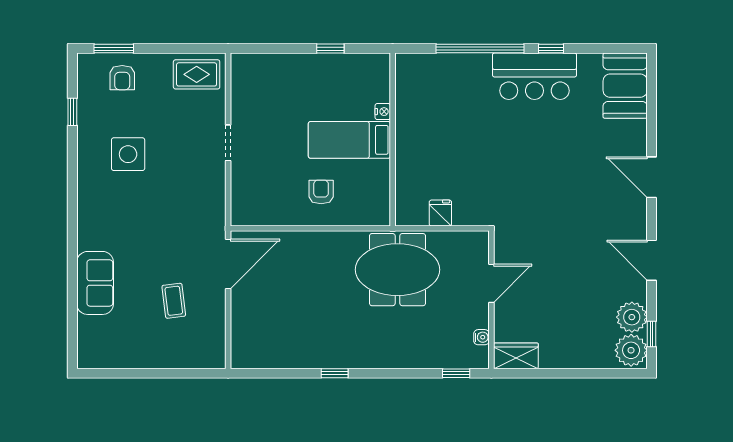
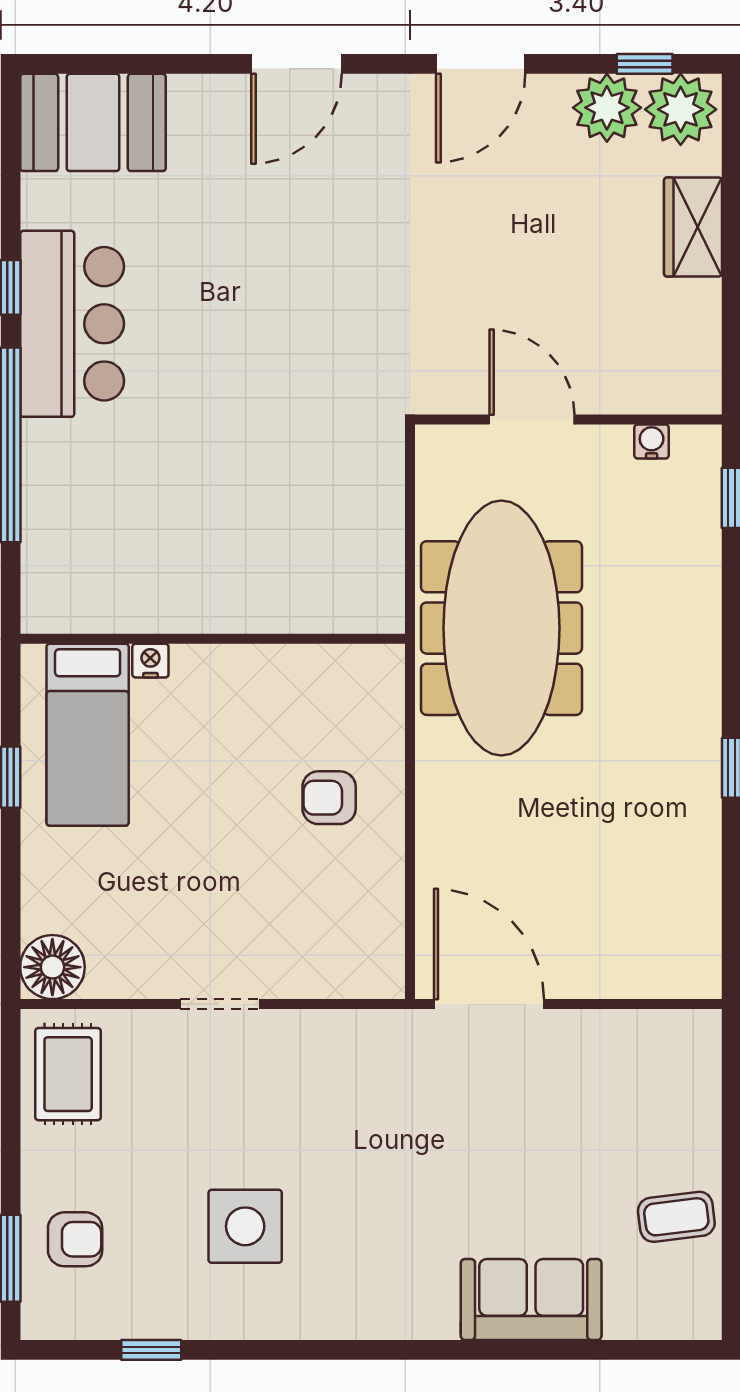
floor lamp: (245, 67) -> (52, 967), added
bed: (349, 140) -> (88, 735), moved
fridge: (440, 213) -> (376, 533), removed
meeting table: (397, 270) -> (501, 628), width x1.36
coffee table: (174, 301) -> (676, 1217), moved
wardrobe: (516, 356) -> (693, 227), moved

